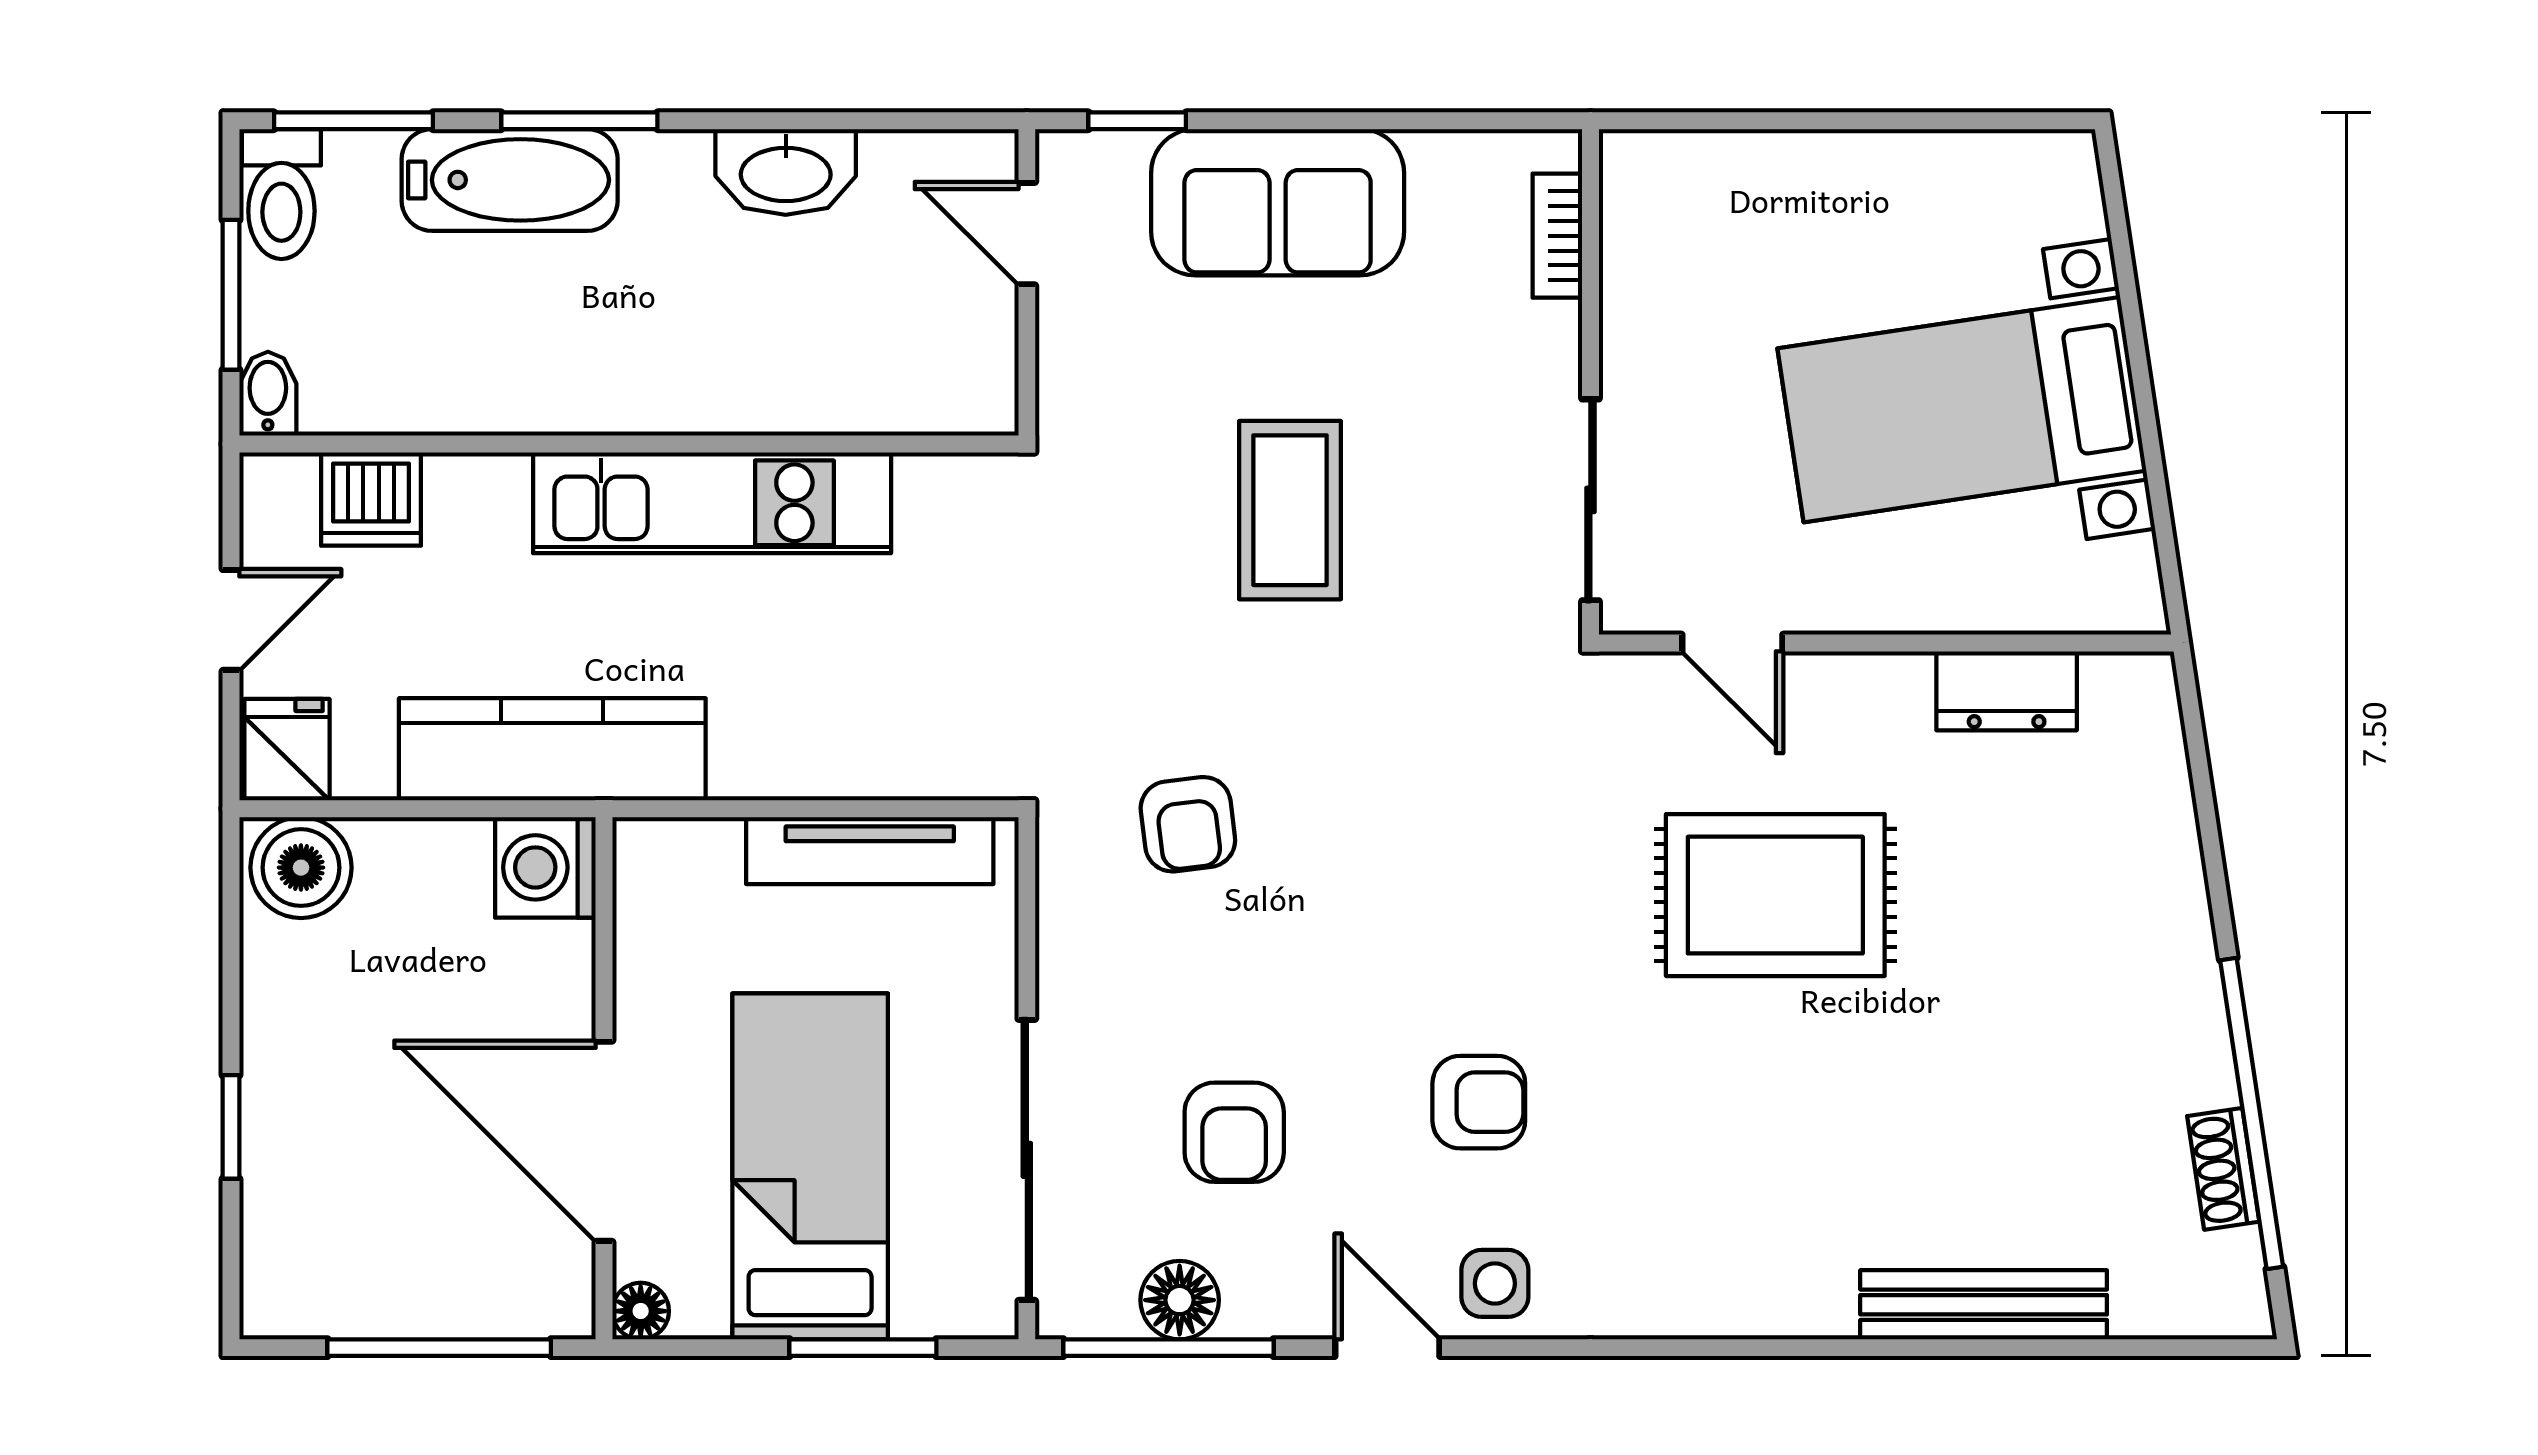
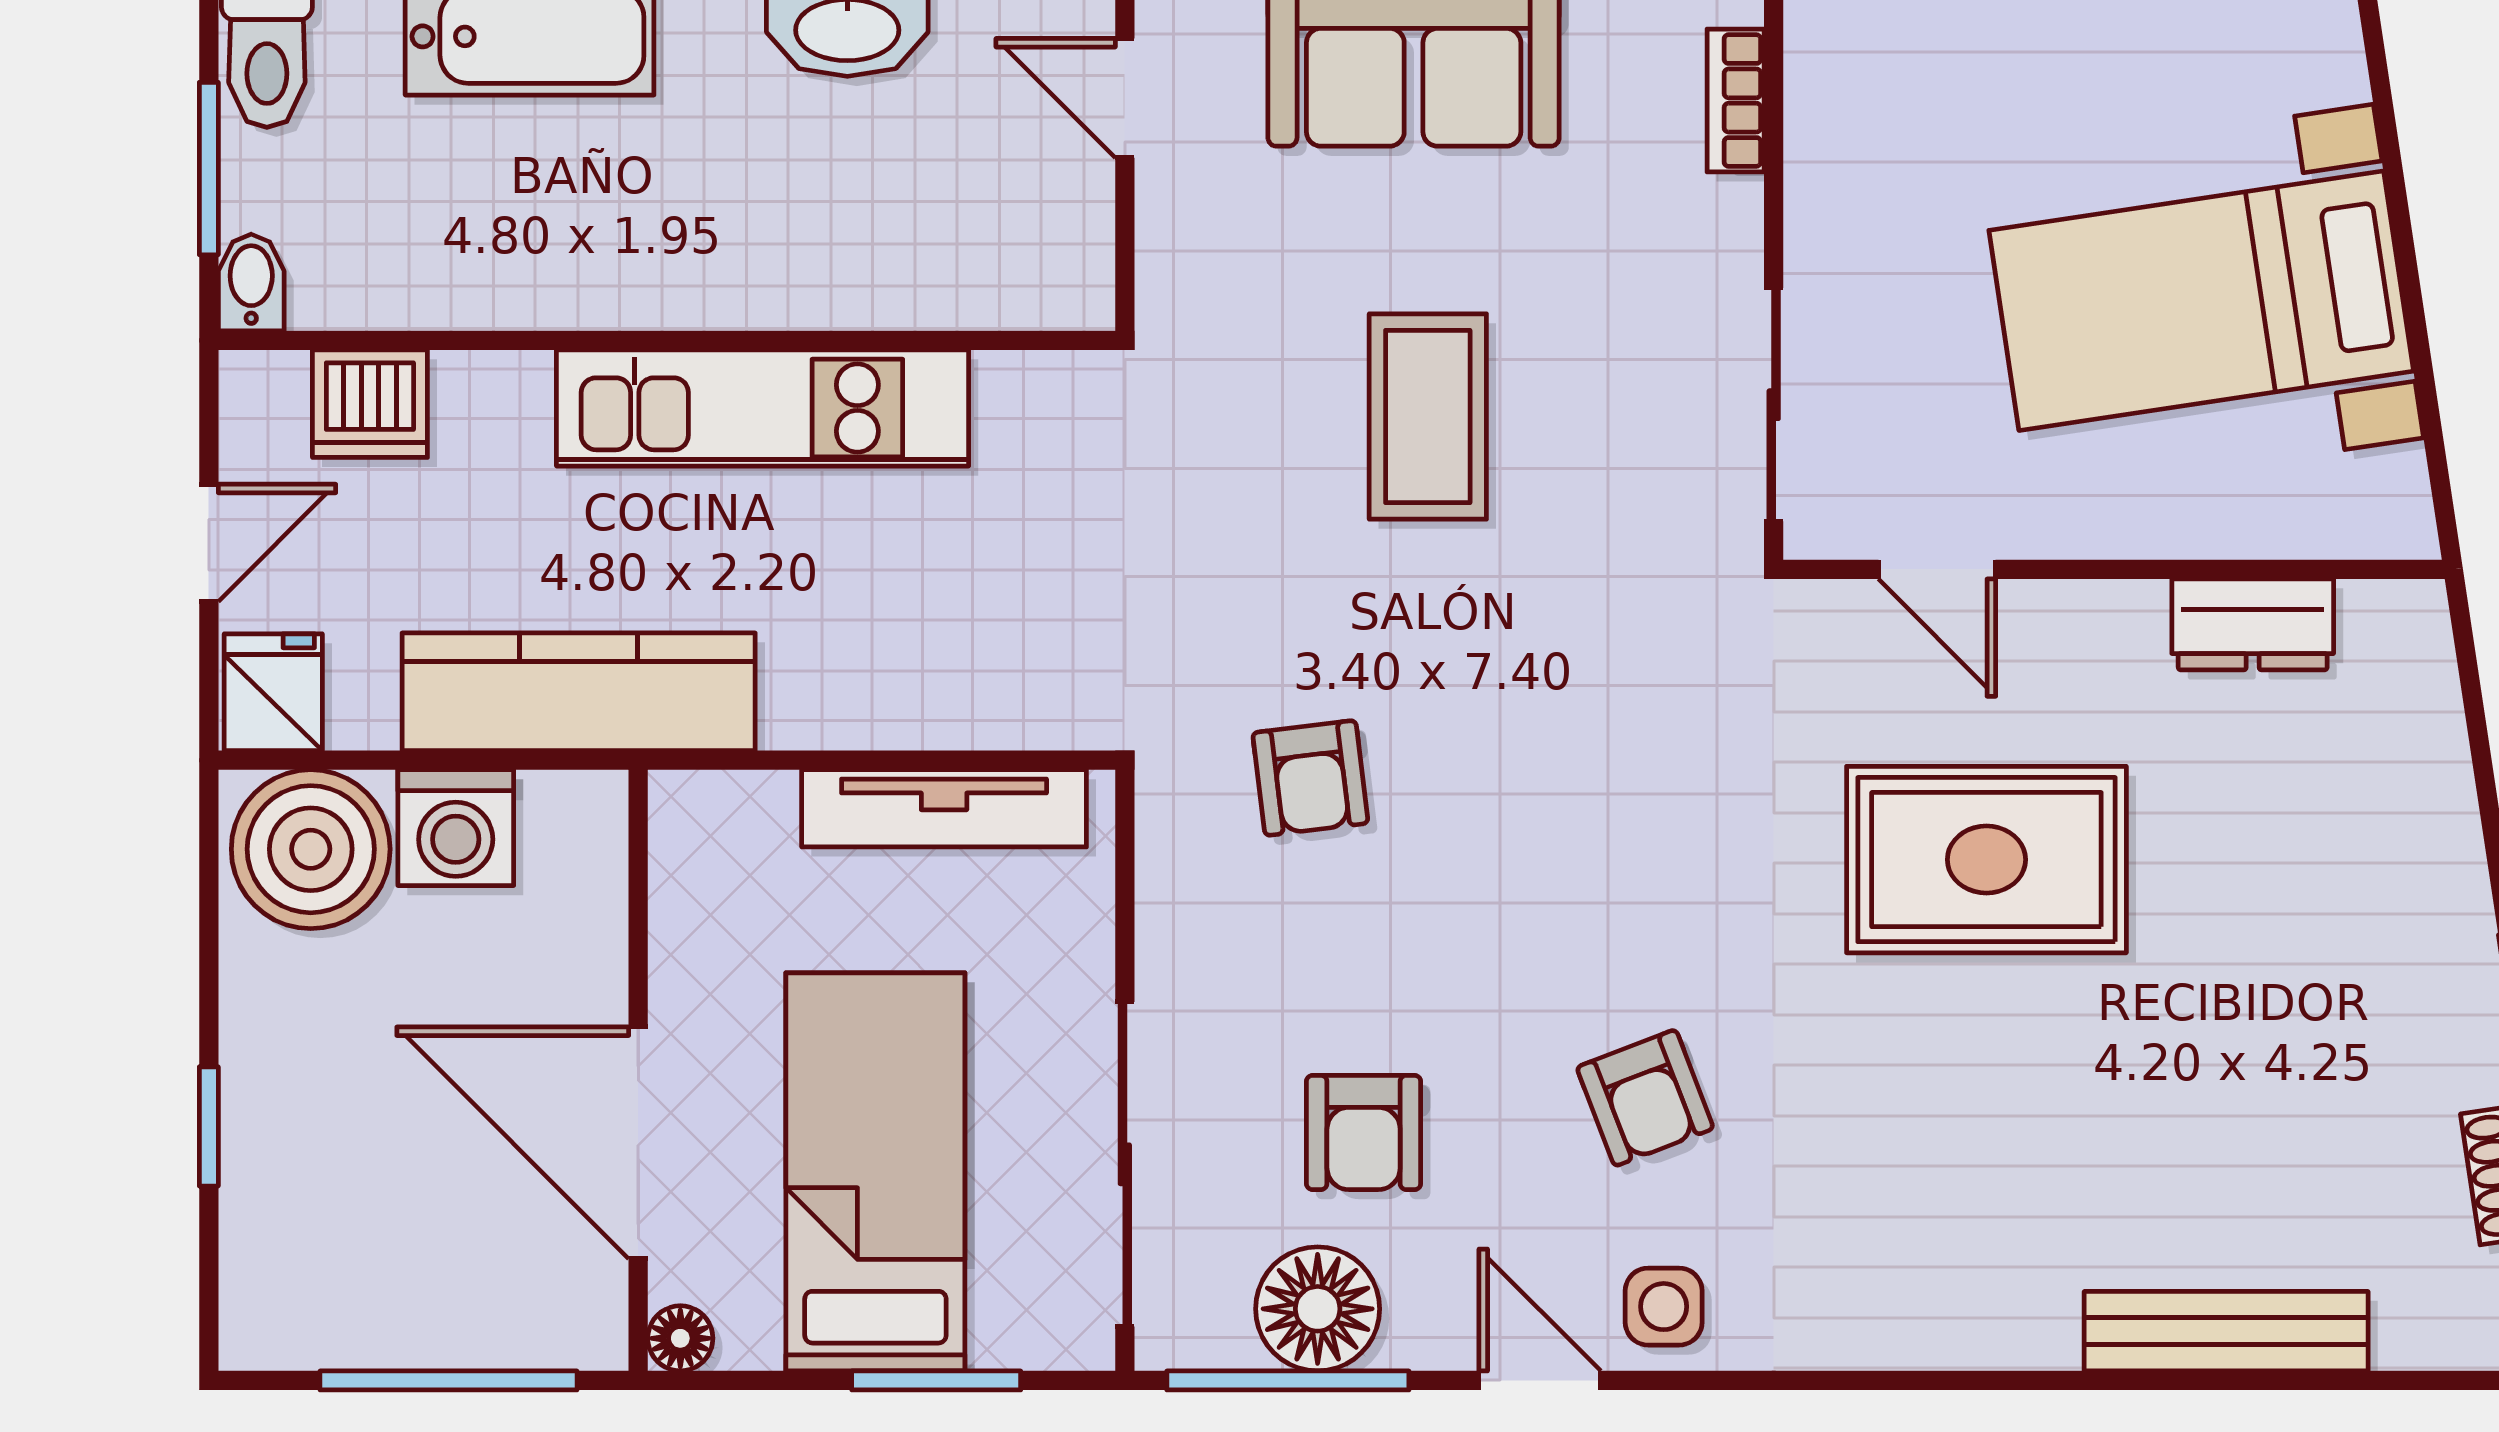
washing machine: (545, 867) -> (456, 828), moved, turned -90
boiler: (301, 868) -> (311, 849), width x1.37, depth x1.37
armchair: (1479, 1102) -> (1645, 1098), turned 69
floor lamp: (1180, 1300) -> (1318, 1309), width x1.38, depth x1.38

